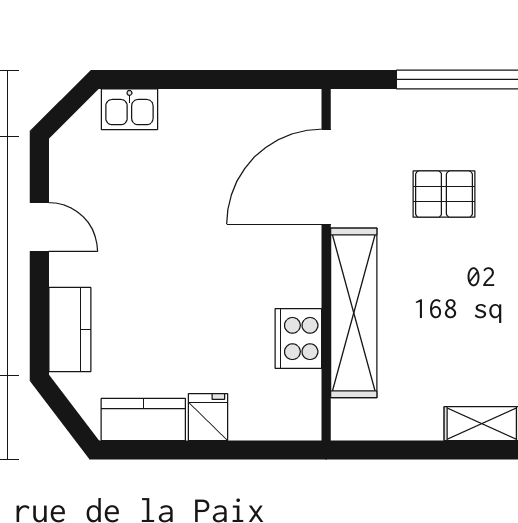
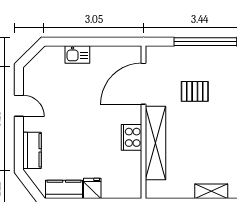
kitchen sink: (129, 109) -> (77, 55), moved
cooker: (298, 339) -> (131, 137), moved

